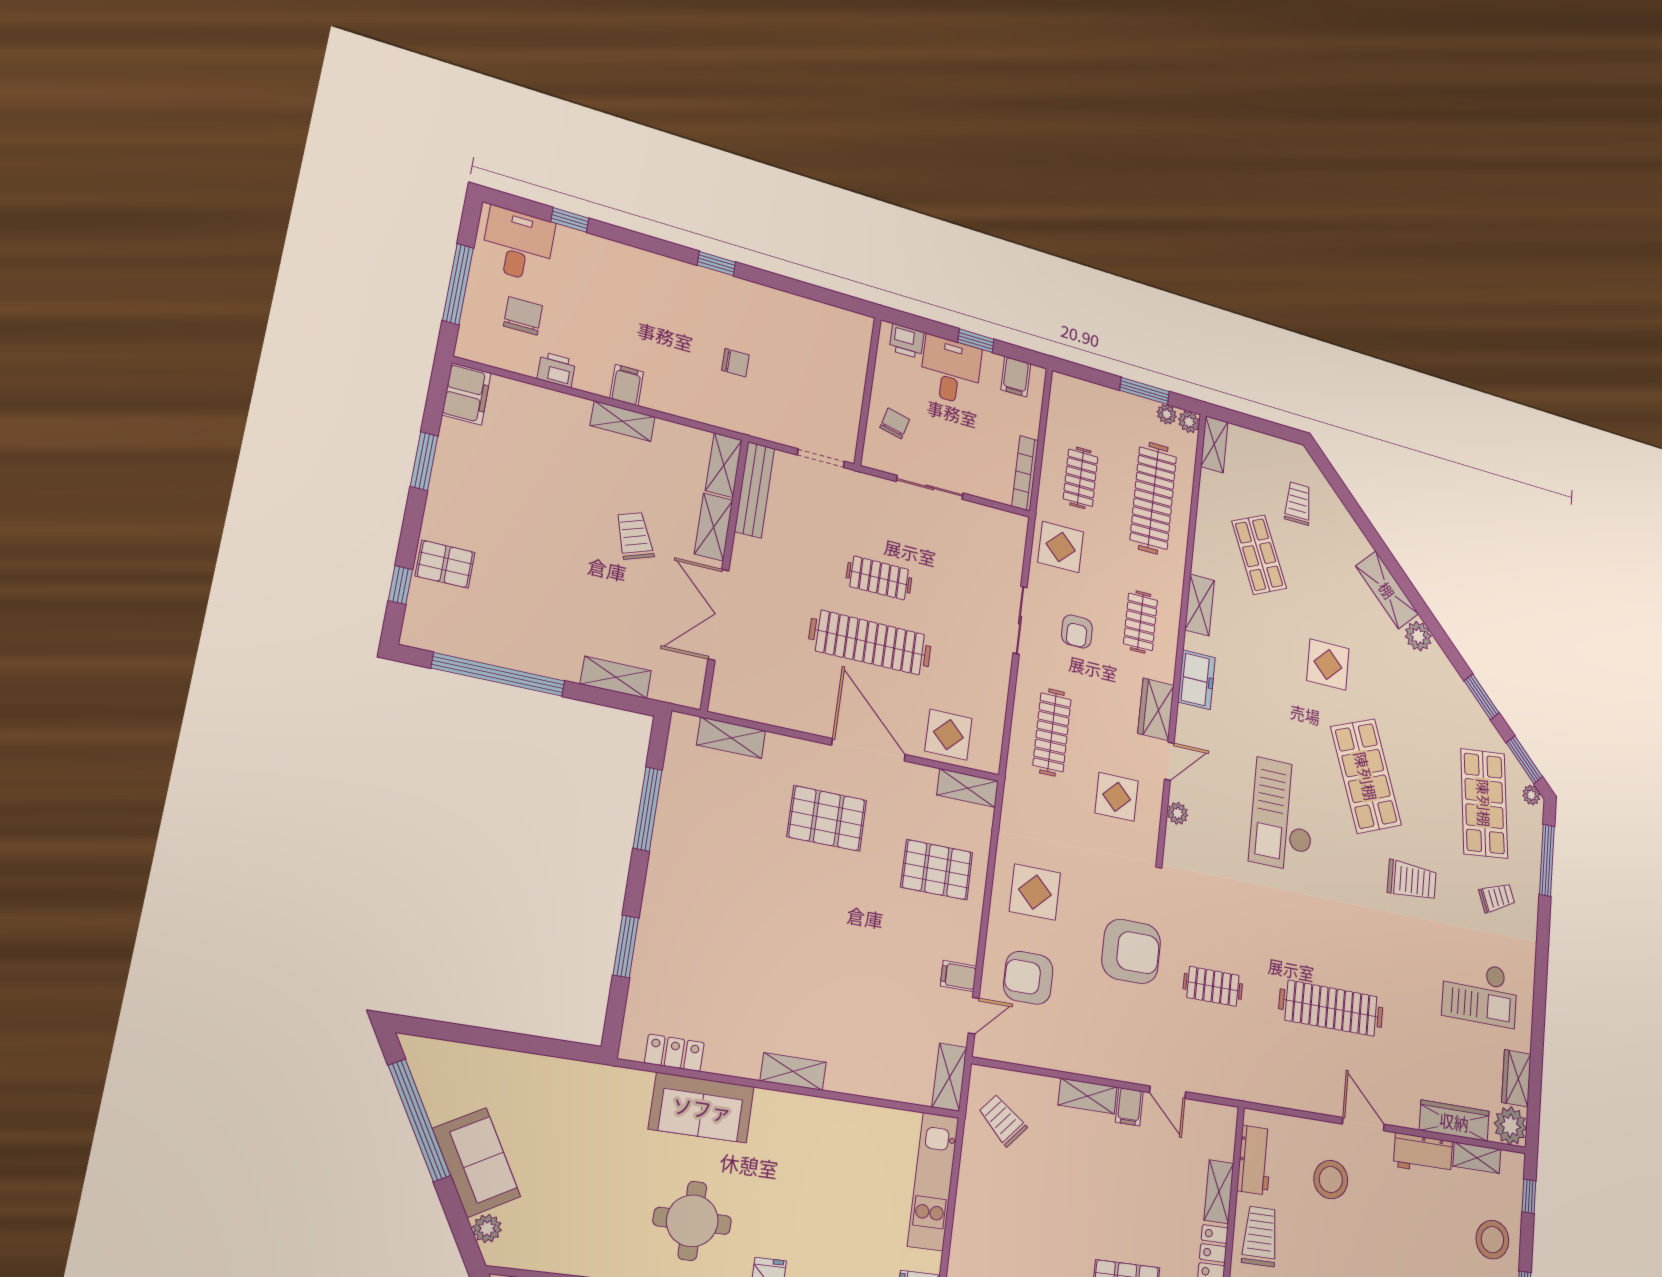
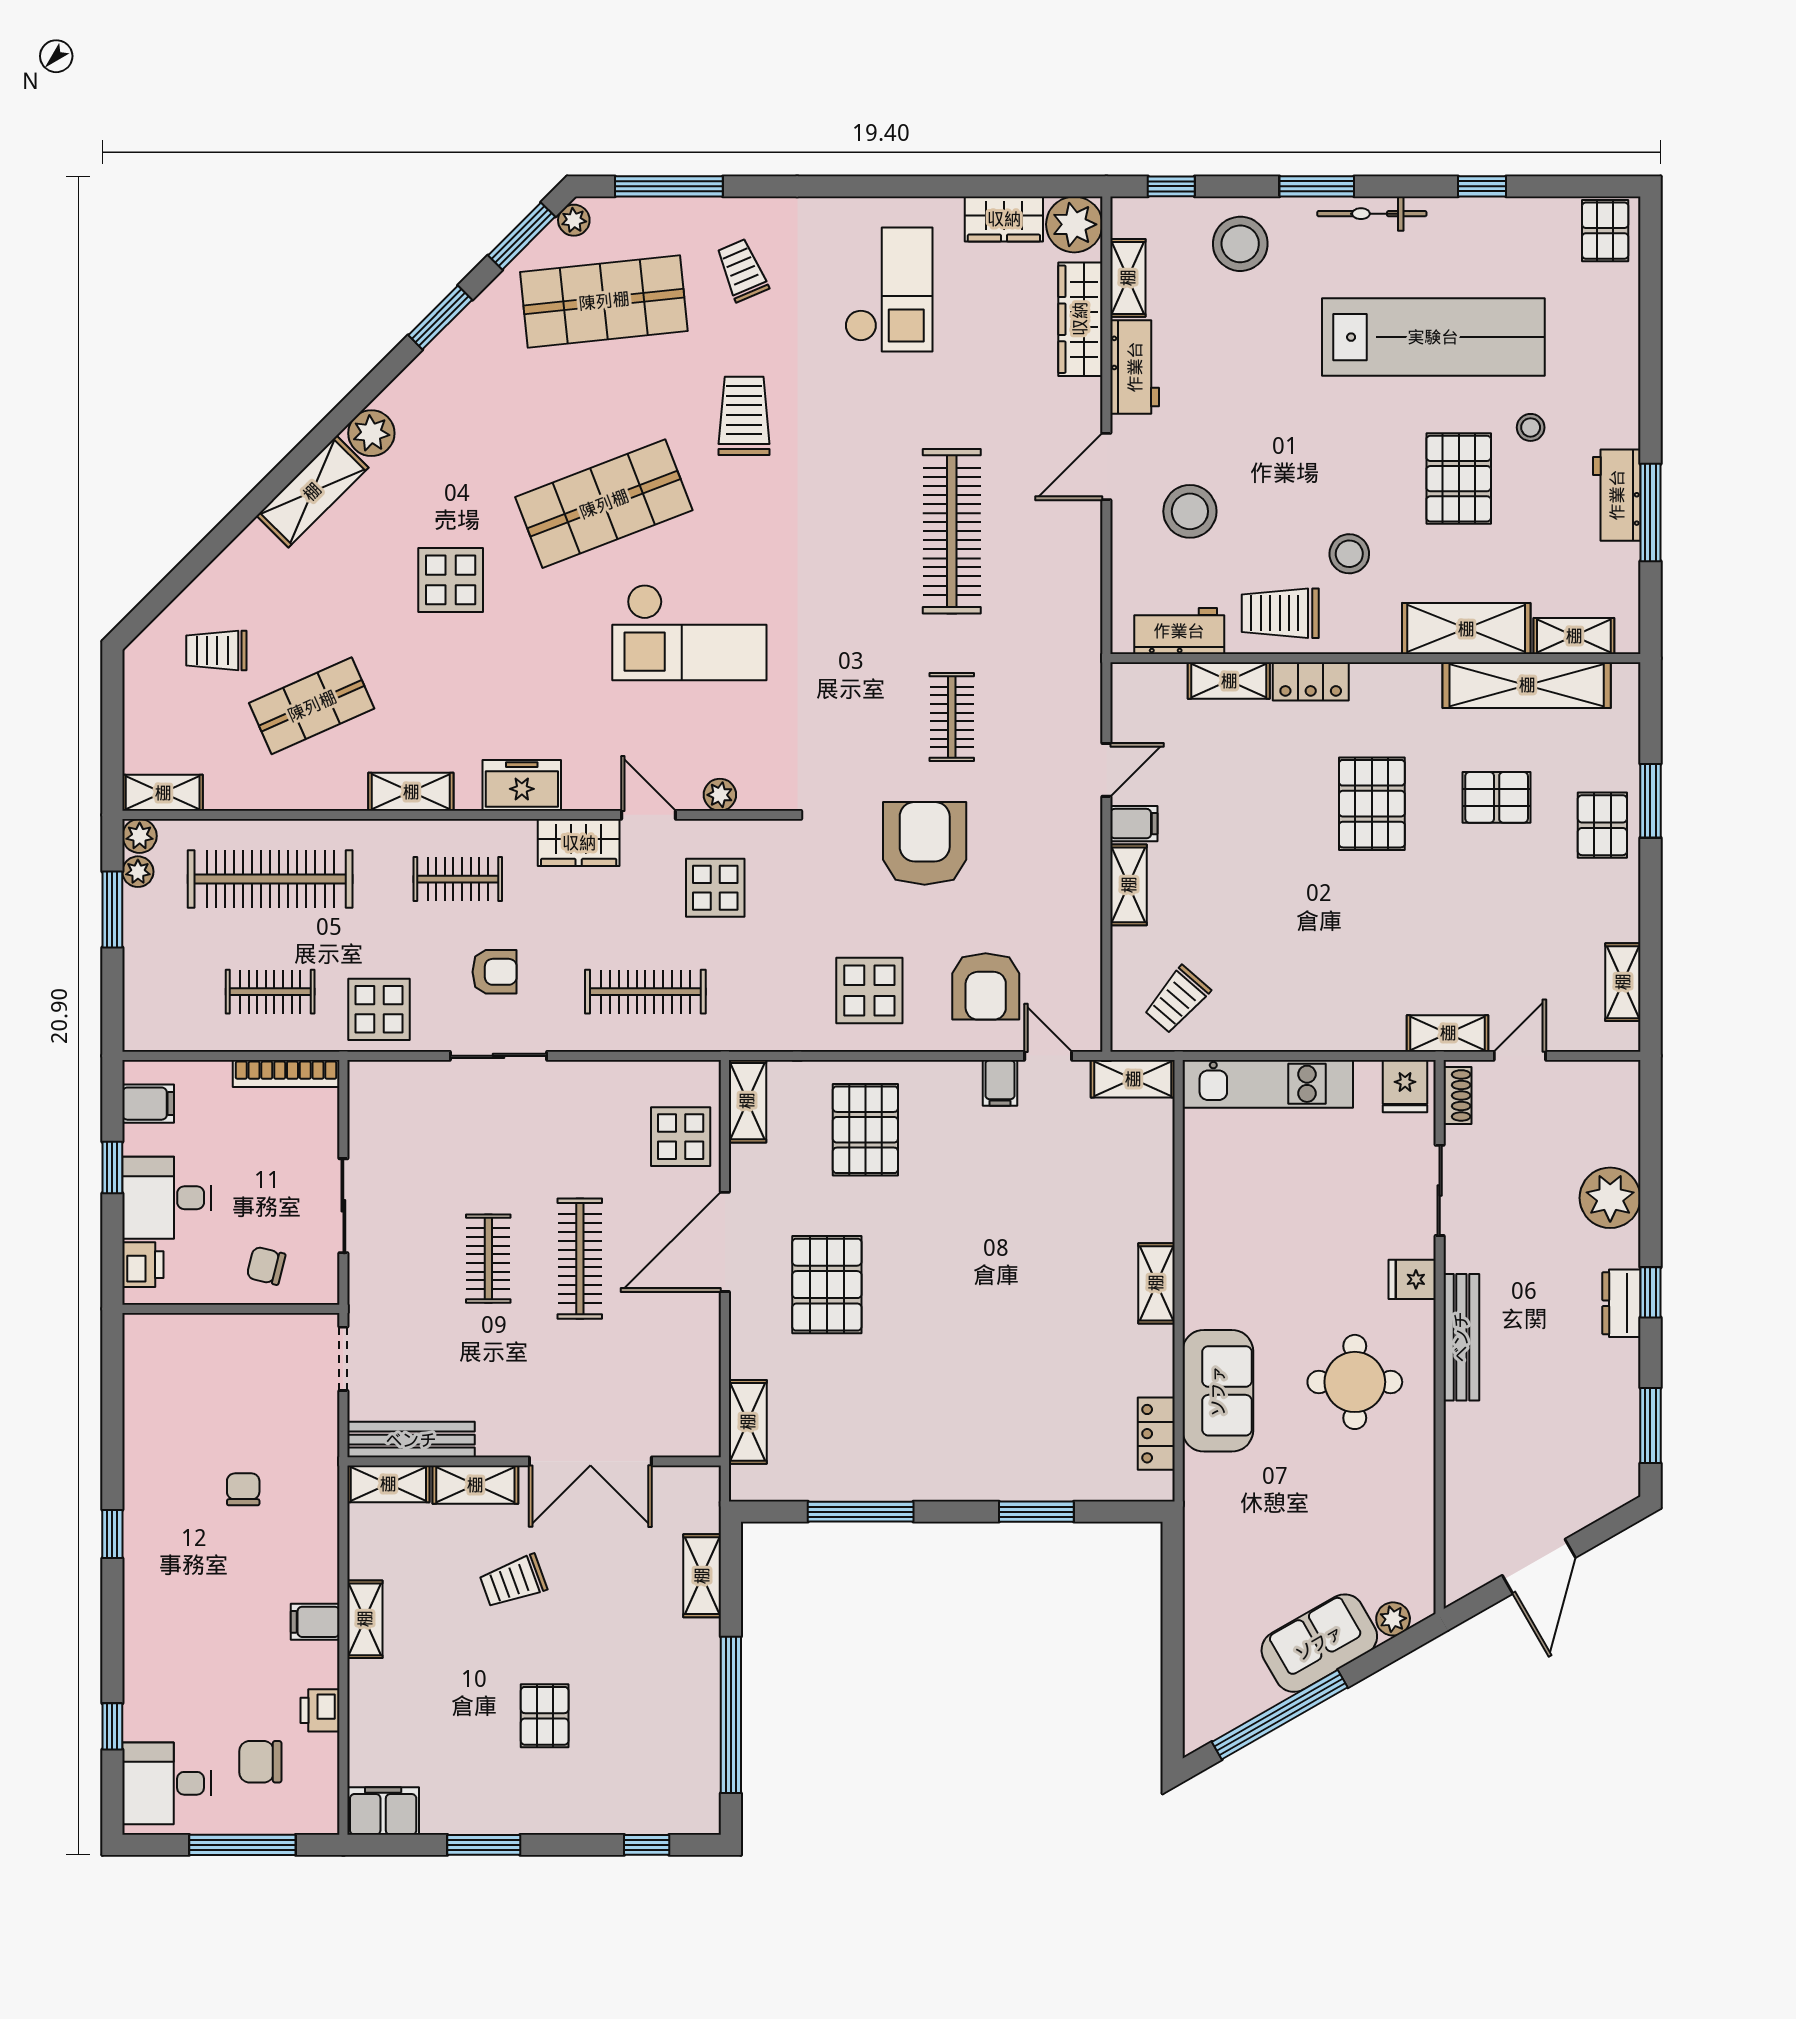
pallet: (445, 564) -> (545, 1716), moved
clothes rail: (870, 643) -> (580, 1259), width x0.73, depth x0.76

